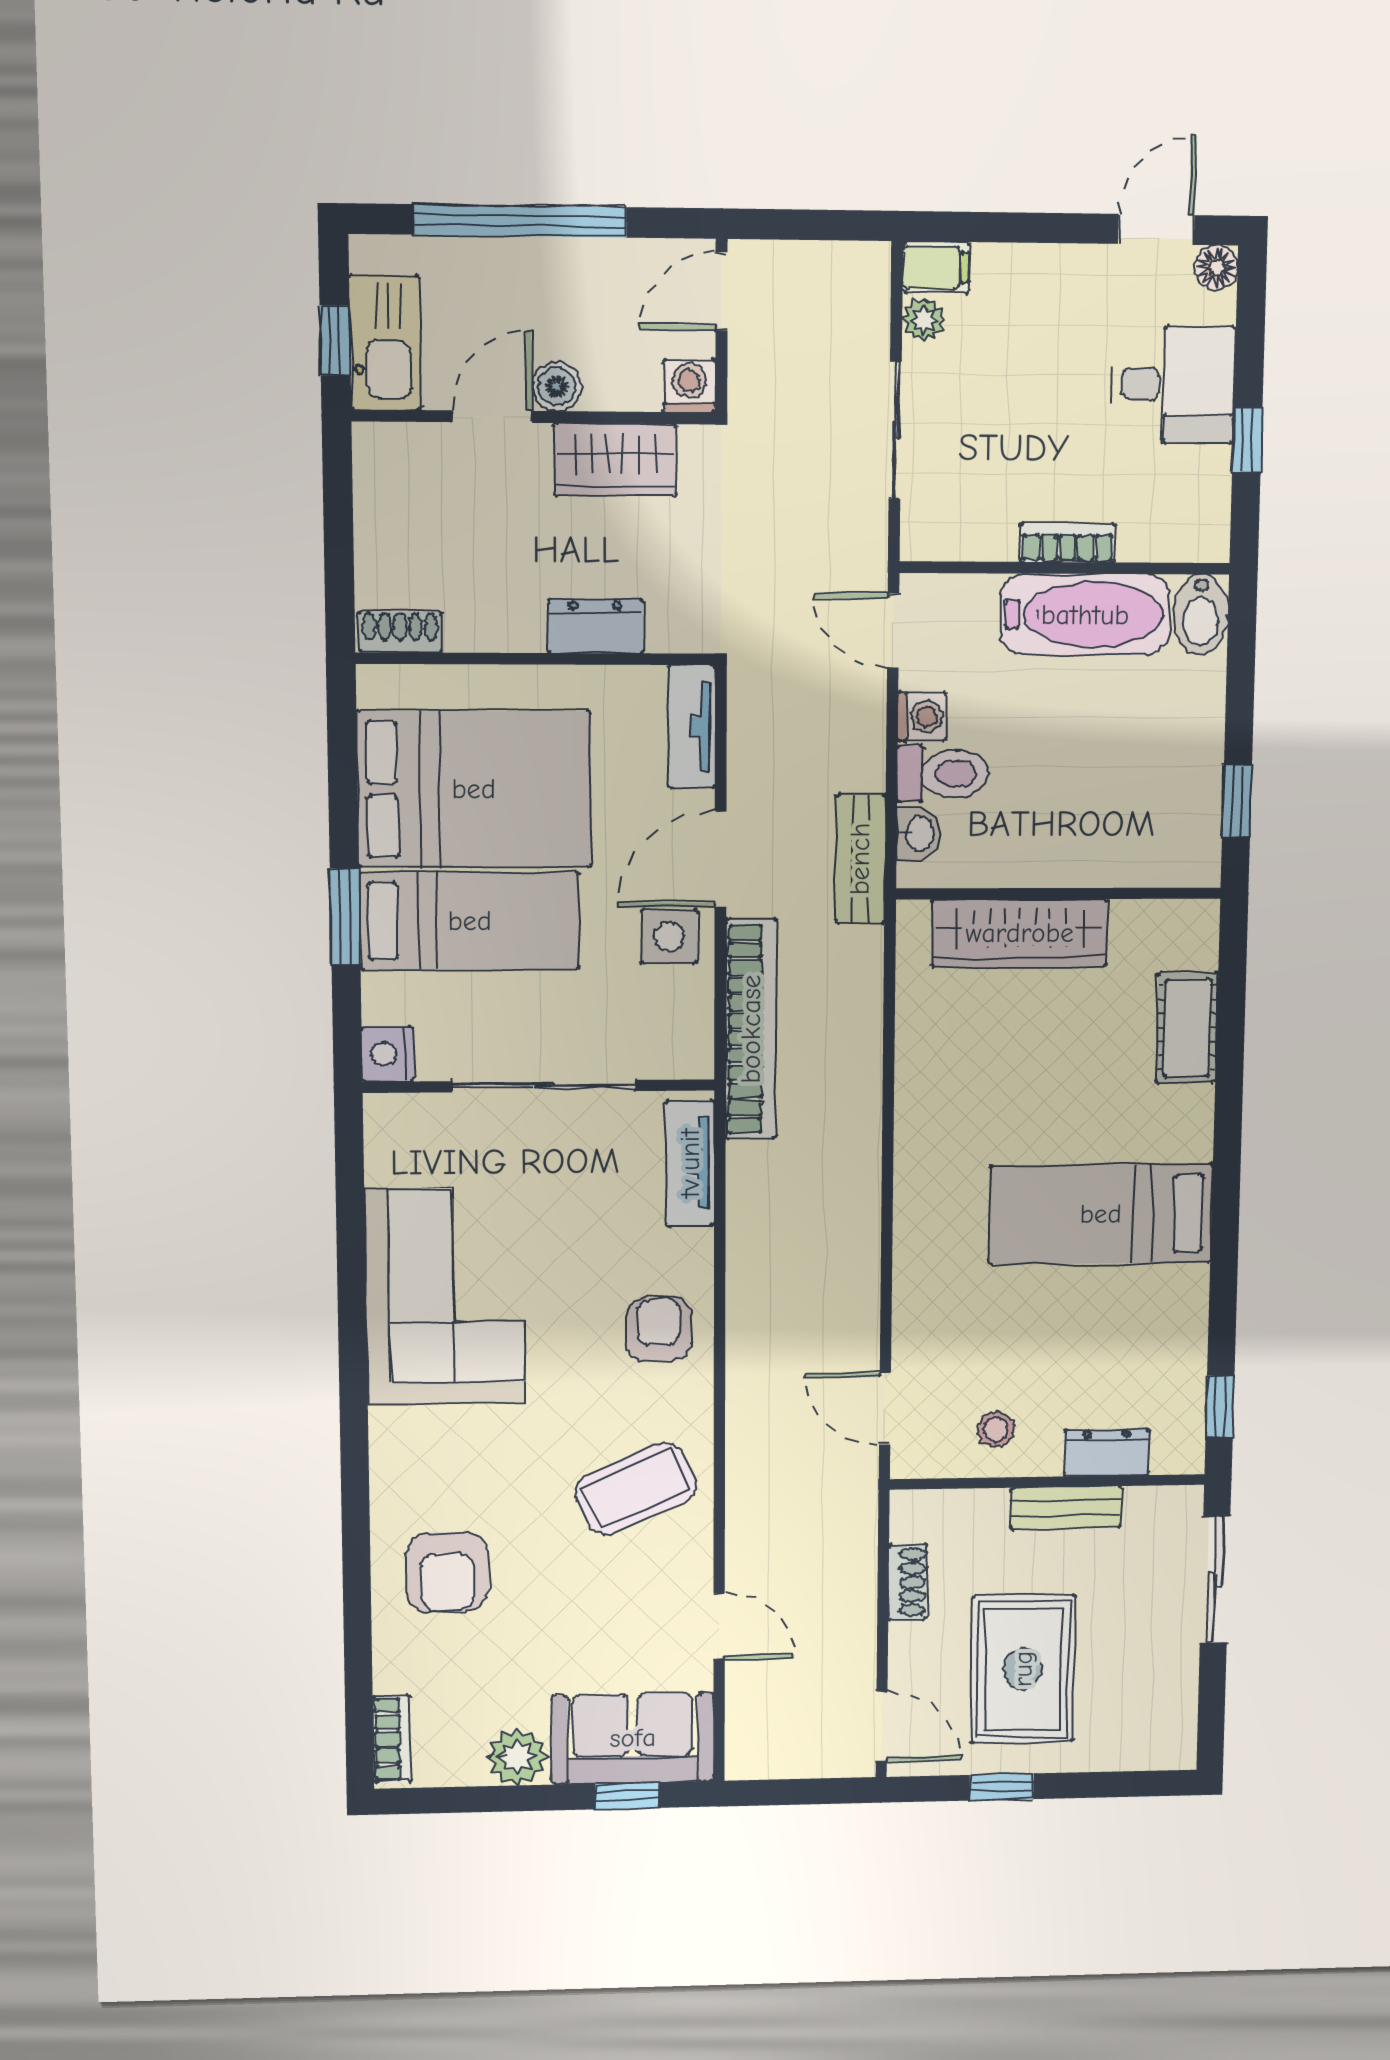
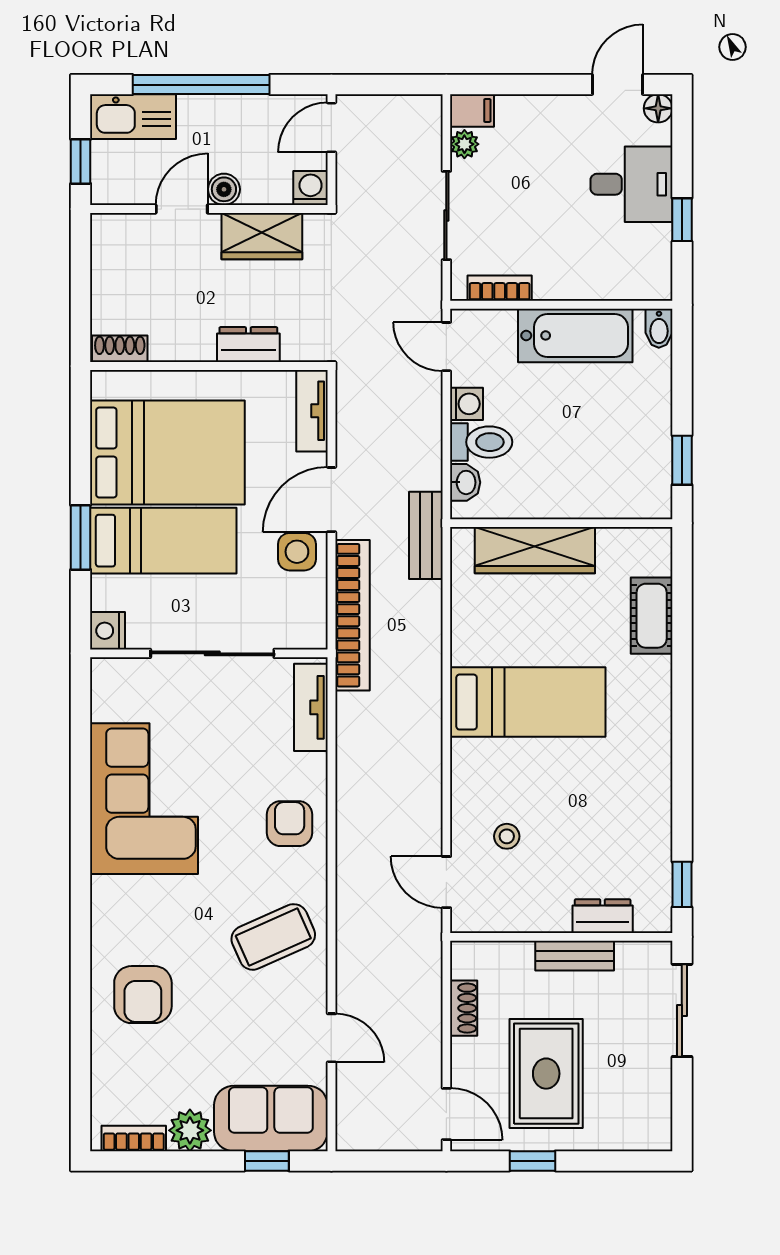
kitchen sink: (385, 342) -> (133, 117), moved, turned 90
bookcase: (1068, 543) -> (500, 288), moved
bidet: (1201, 615) -> (659, 328), width x0.72, depth x0.74
bench: (860, 859) -> (426, 535), moved
bed: (1101, 1214) -> (528, 702), moved, turned 180
stool: (996, 1430) -> (507, 836), moved
bookcase: (392, 1739) -> (134, 1139), moved, turned -90

